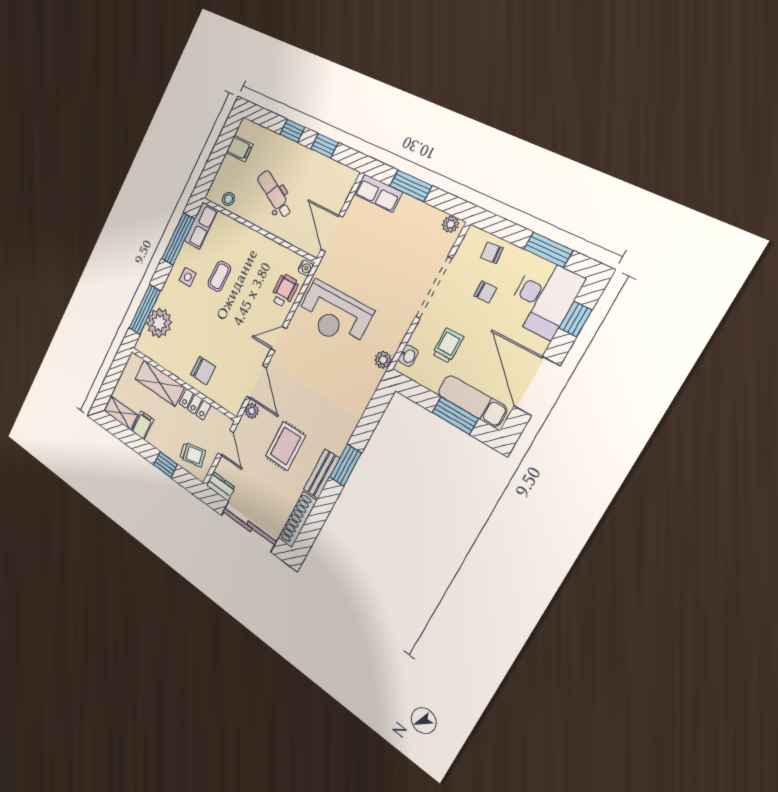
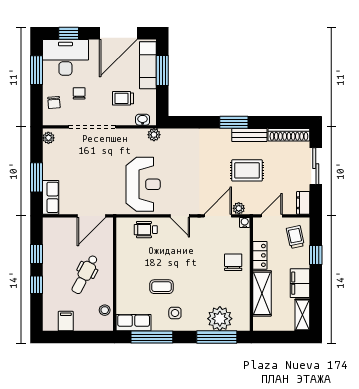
water cooler: (305, 268) -> (245, 222), moved
filing cabinet: (143, 425) -> (300, 283), width x2.00
sliding door: (249, 526) -> (316, 166), width x0.73

